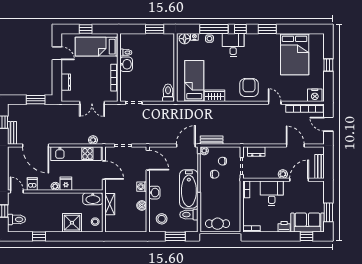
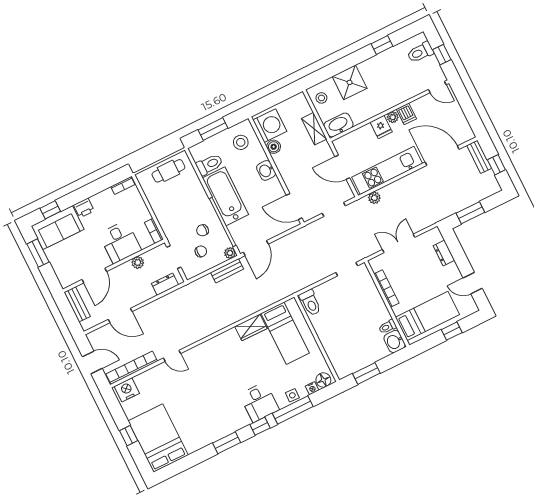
bed: (295, 54) -> (158, 438), moved
washbasin: (126, 64) -> (395, 342), moved
armchair: (249, 88) -> (213, 359), removed
plant: (283, 174) -> (138, 263), moved
dishwasher: (32, 184) -> (406, 114), moved
washing machine: (142, 187) -> (270, 126), moved, width x1.89, depth x1.89

